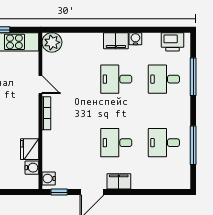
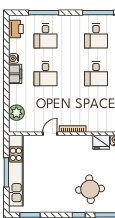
plant: (52, 42) -> (16, 113), moved

